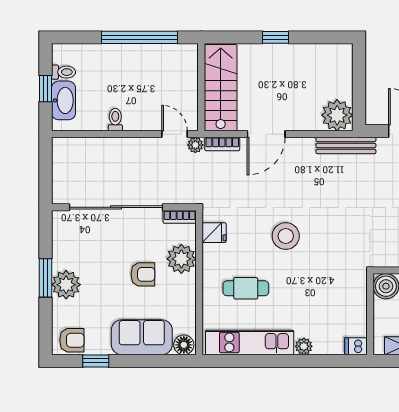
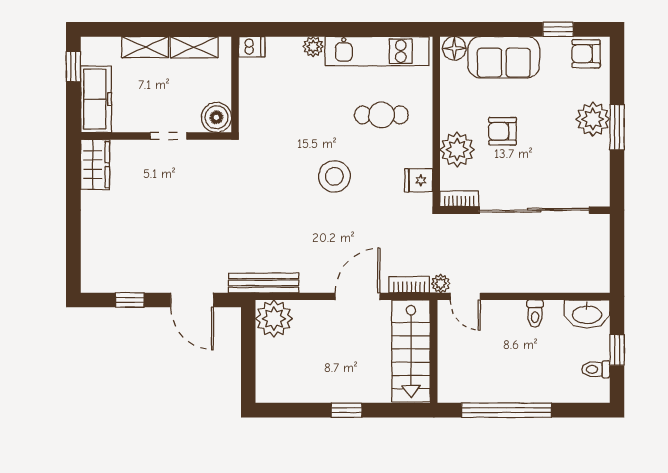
washbasin: (64, 100) -> (587, 314), moved, turned -90

